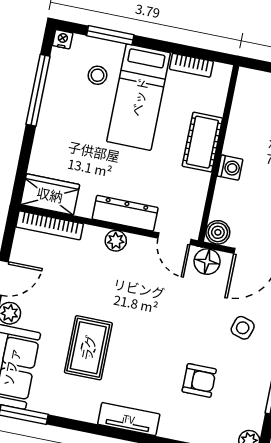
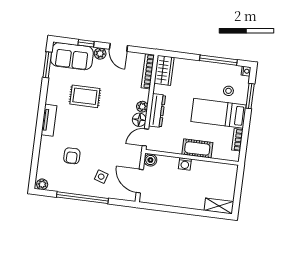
floor lamp: (207, 262) -> (139, 120), moved

